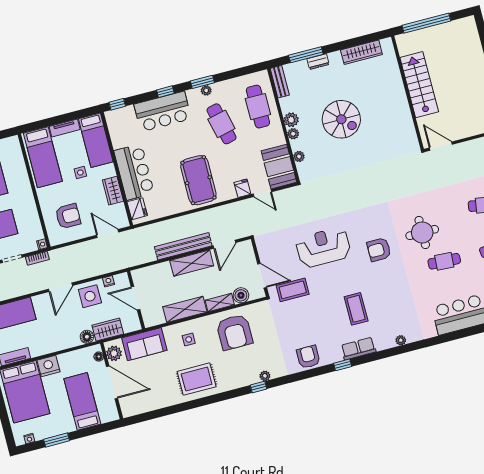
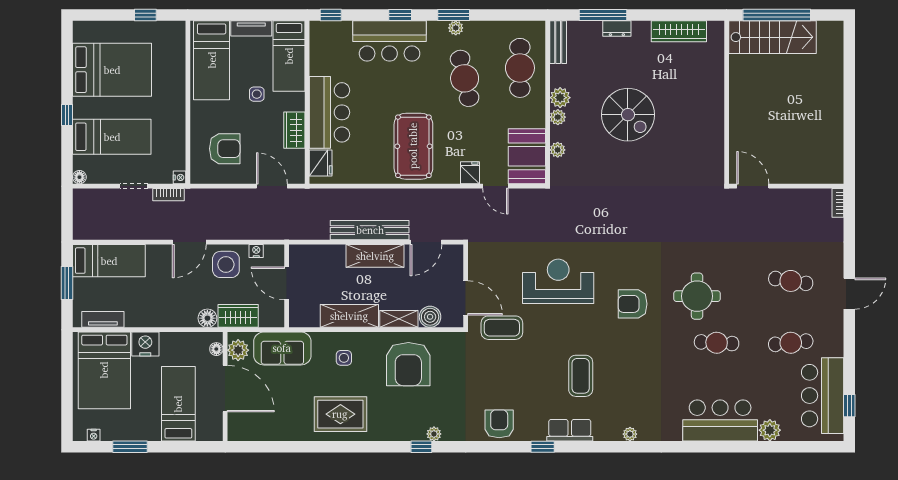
stairs: (419, 85) -> (772, 37), moved, turned 90

